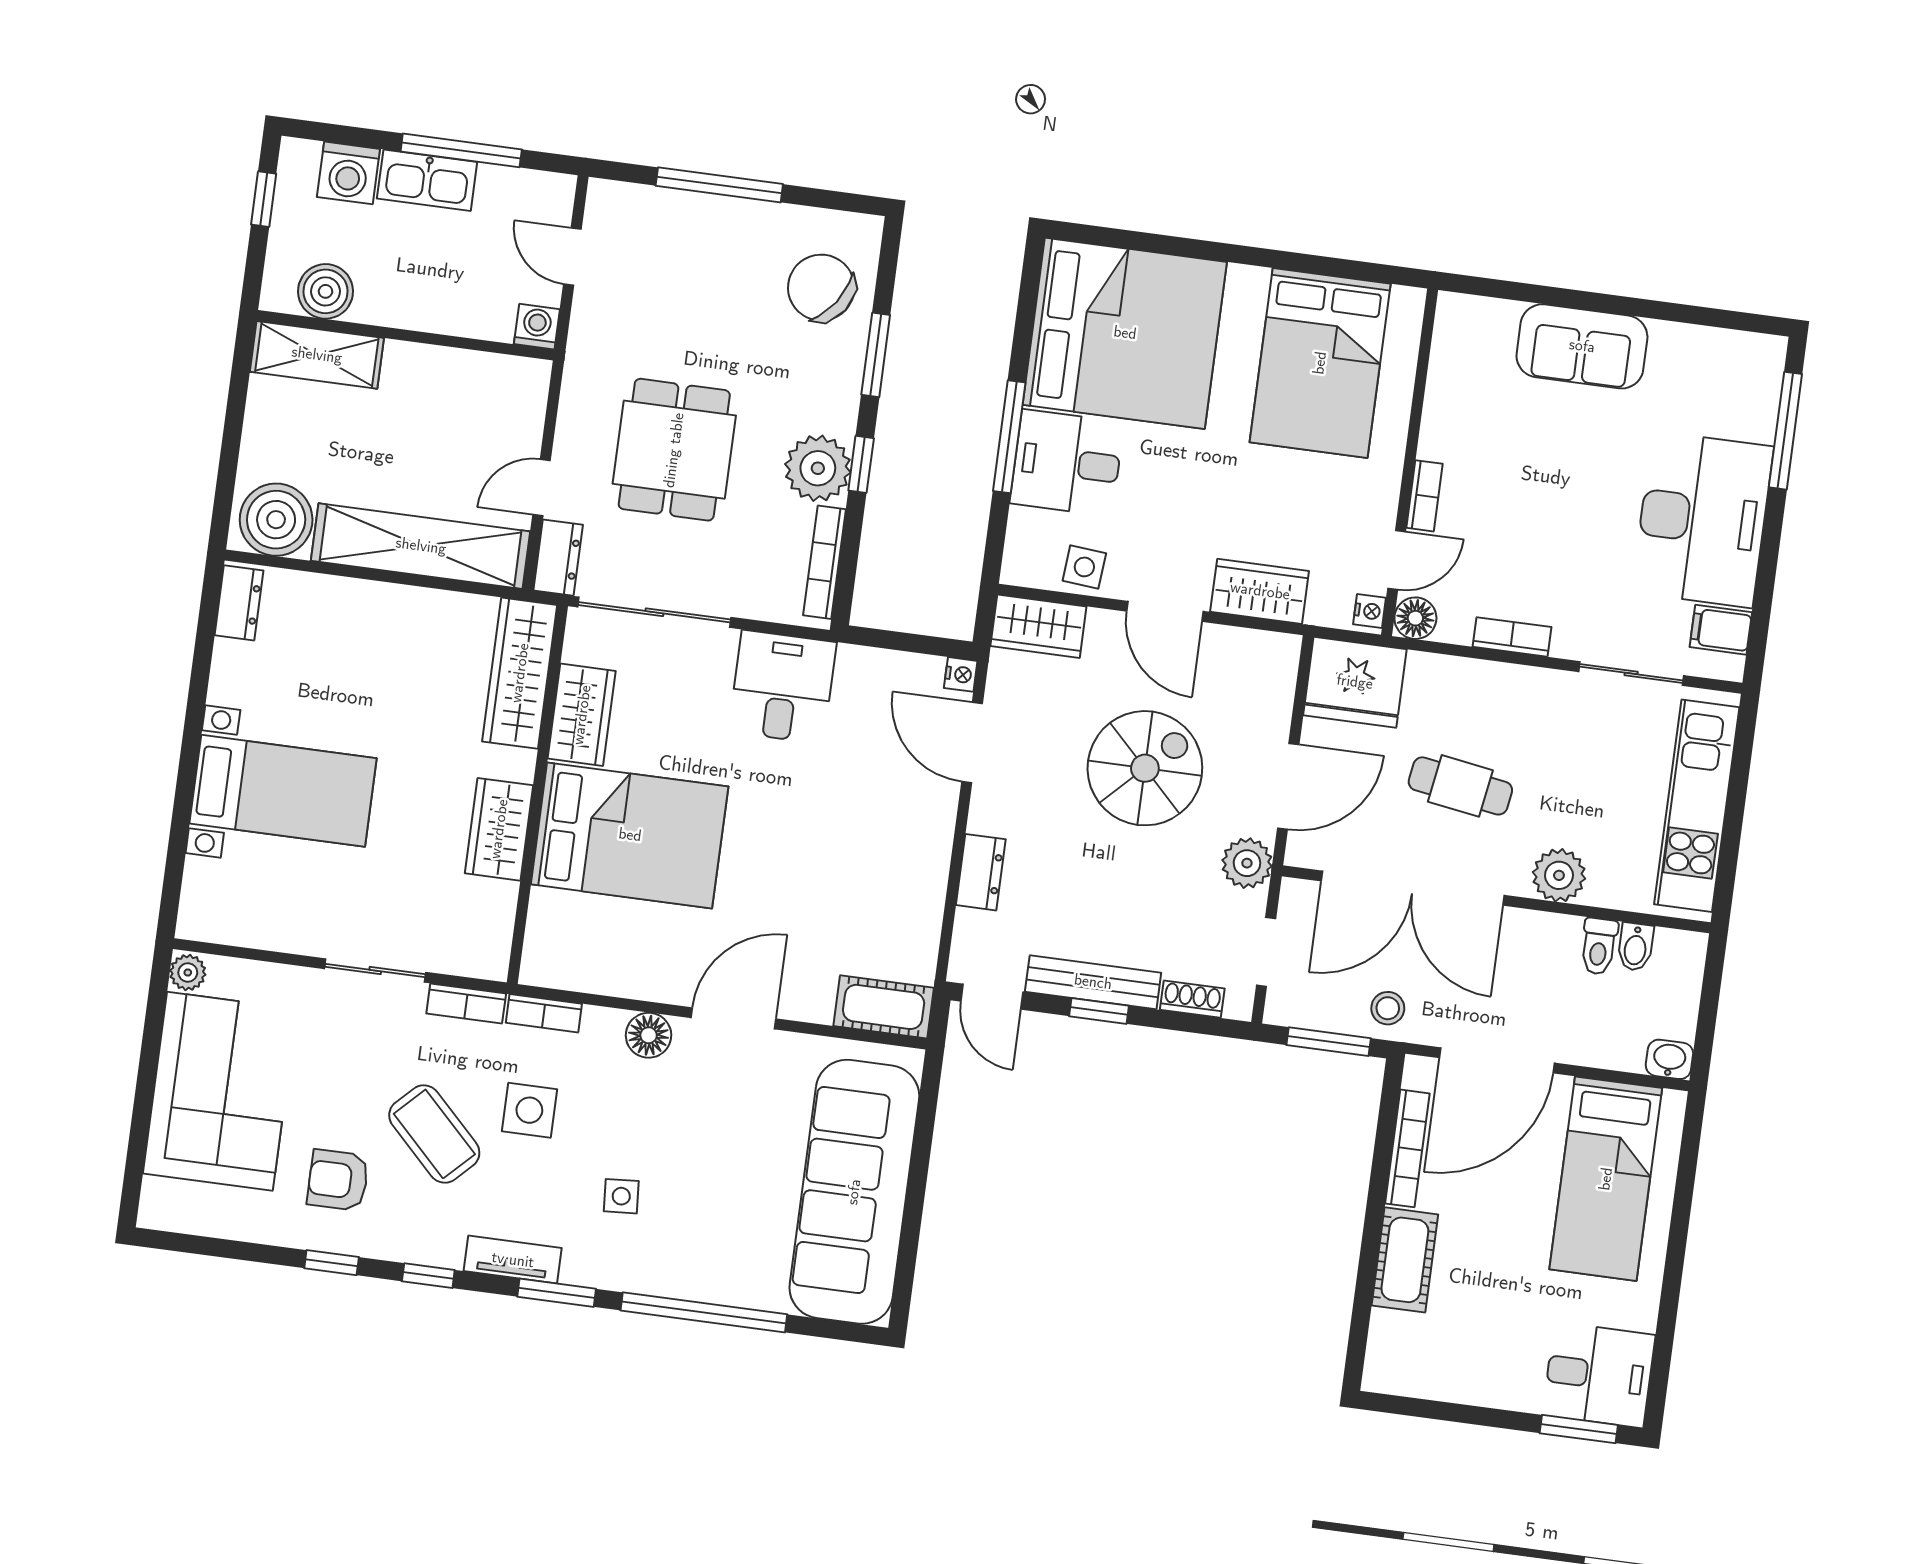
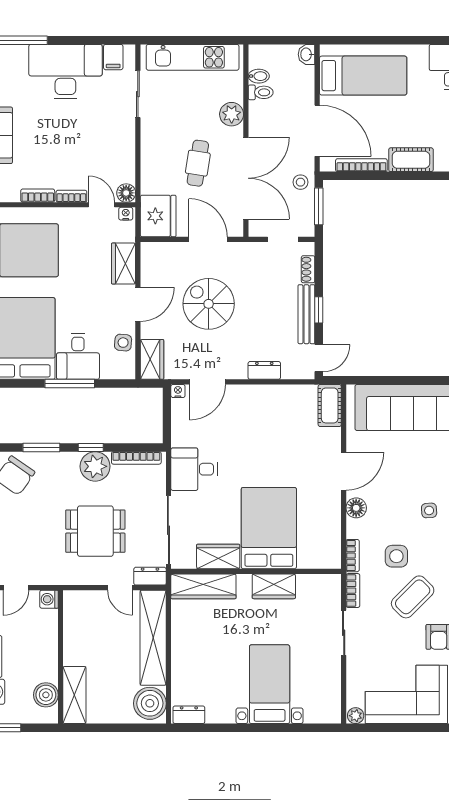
bookcase: (1512, 637) -> (38, 196), moved, turned 90
plant: (1247, 863) -> (245, 253), removed
door: (734, 1018) -> (344, 471), swing flipped

